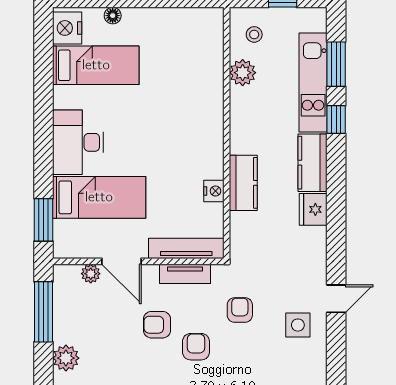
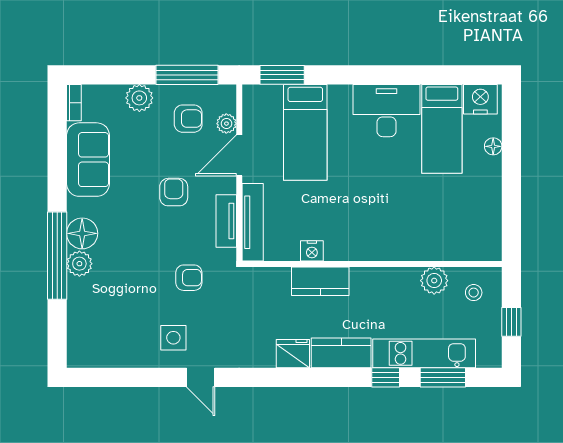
desk: (78, 142) -> (386, 111), moved
armchair: (196, 347) -> (188, 119), moved

